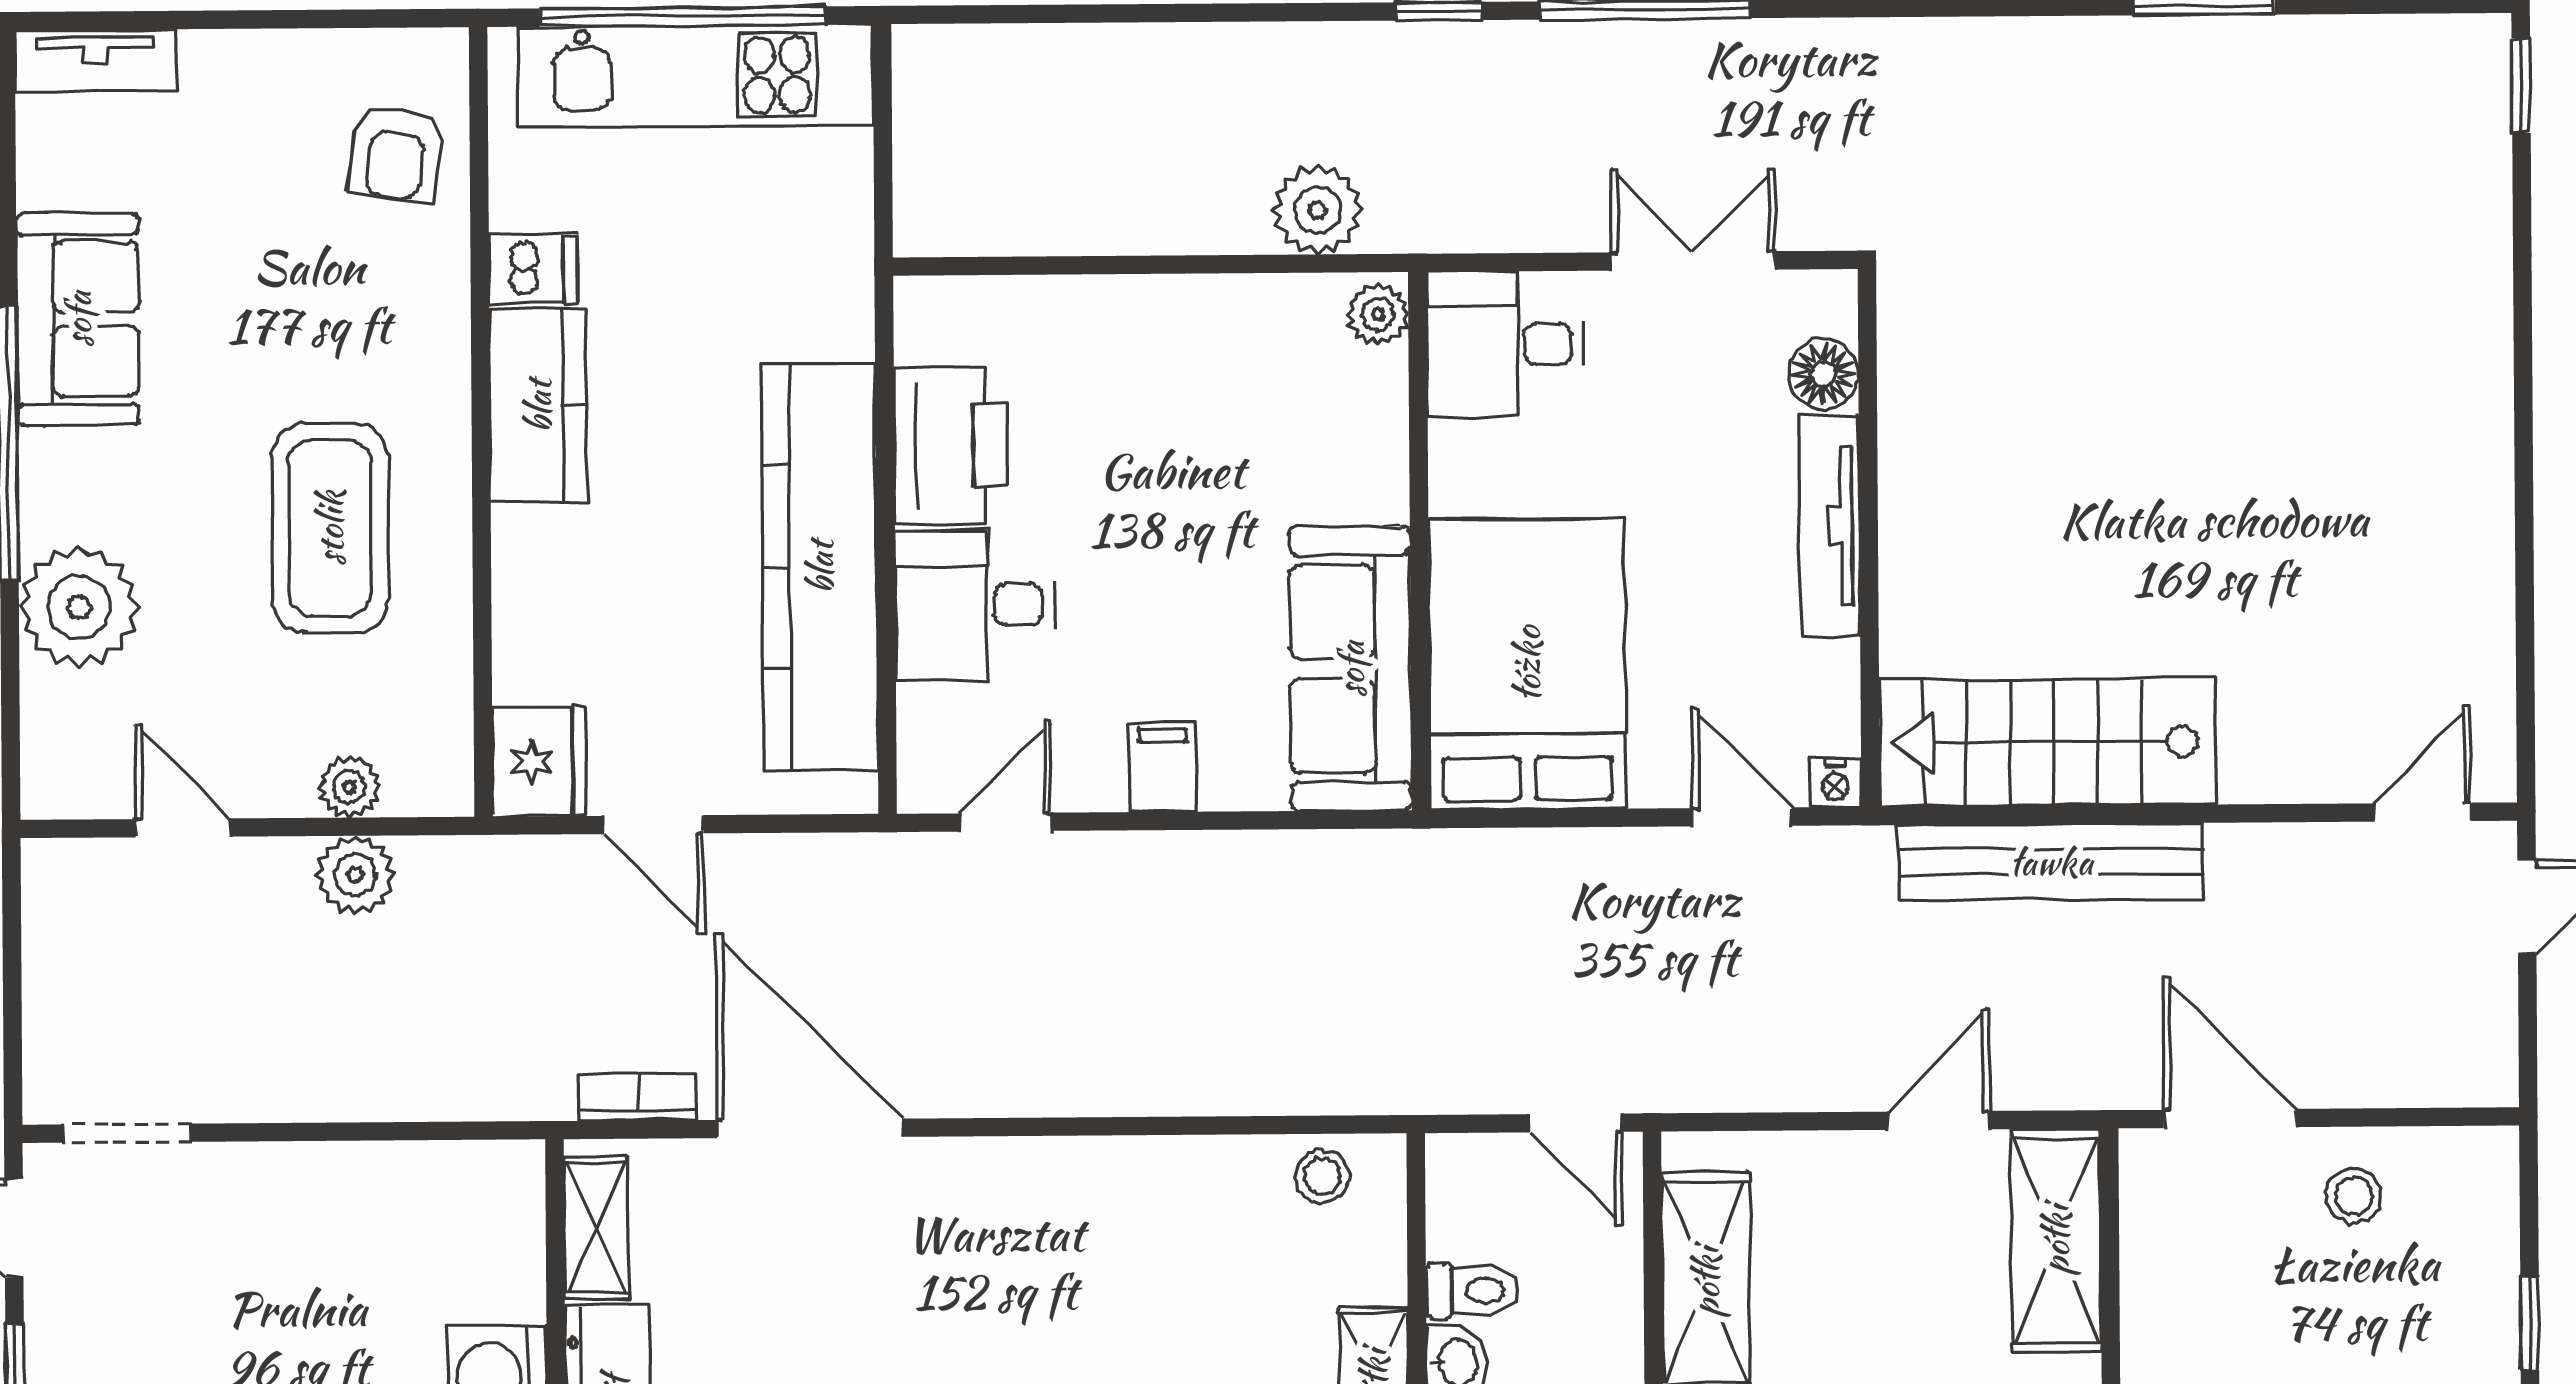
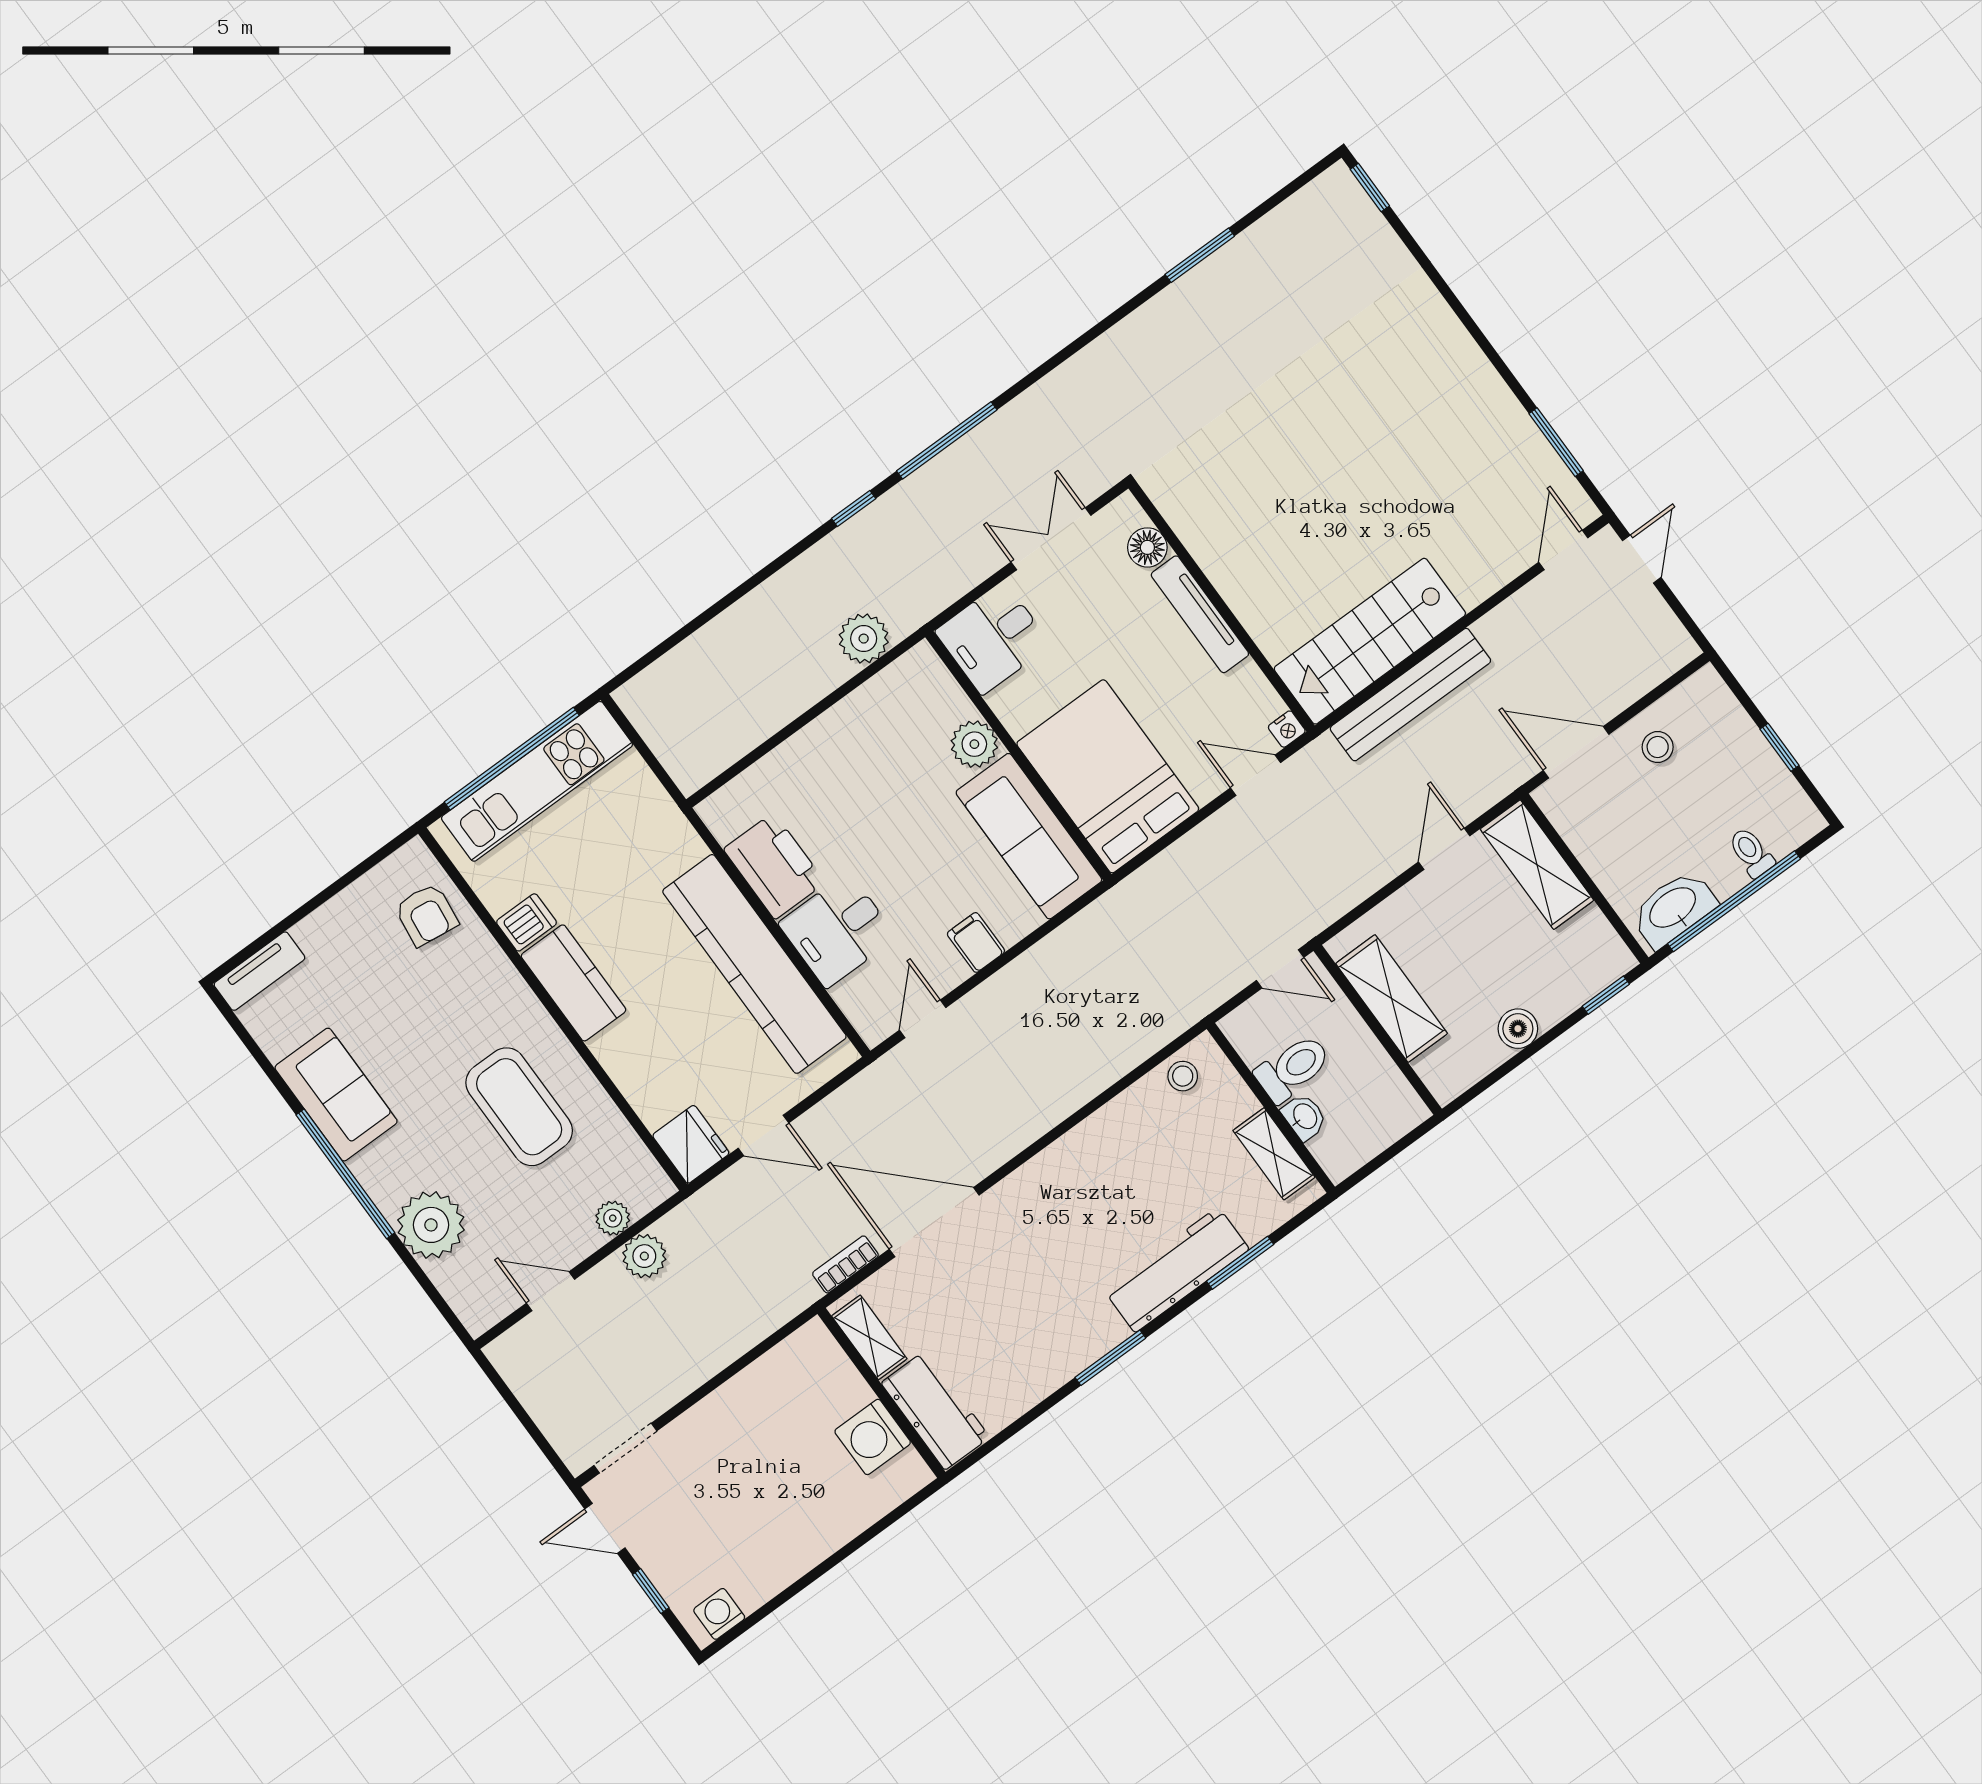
plant: (1378, 314) -> (974, 744), moved, width x1.38, depth x1.38
window: (2525, 649) -> (1556, 442), added
toilet: (1472, 1291) -> (1293, 1068), width x1.37, depth x1.39

